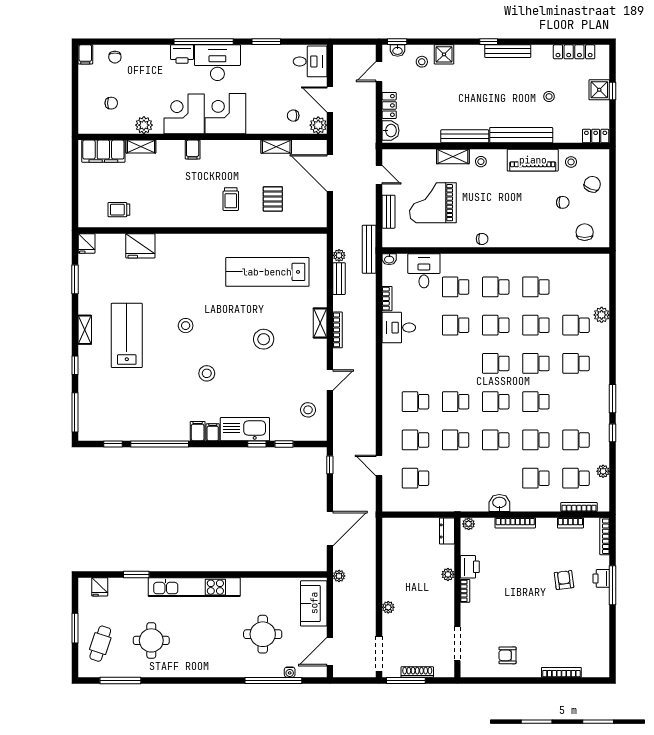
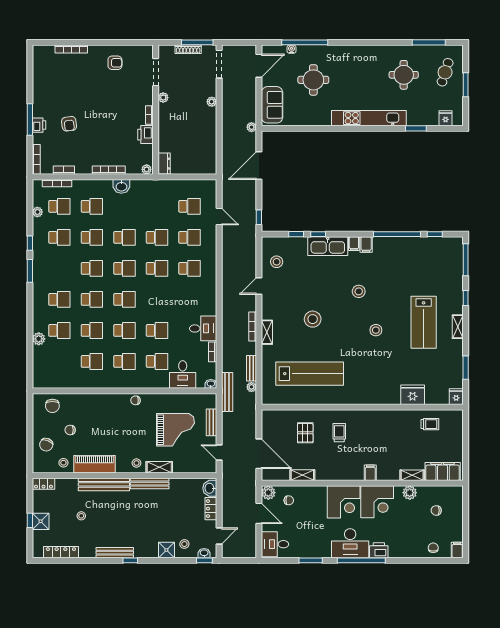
plant: (448, 574) -> (163, 98), moved

